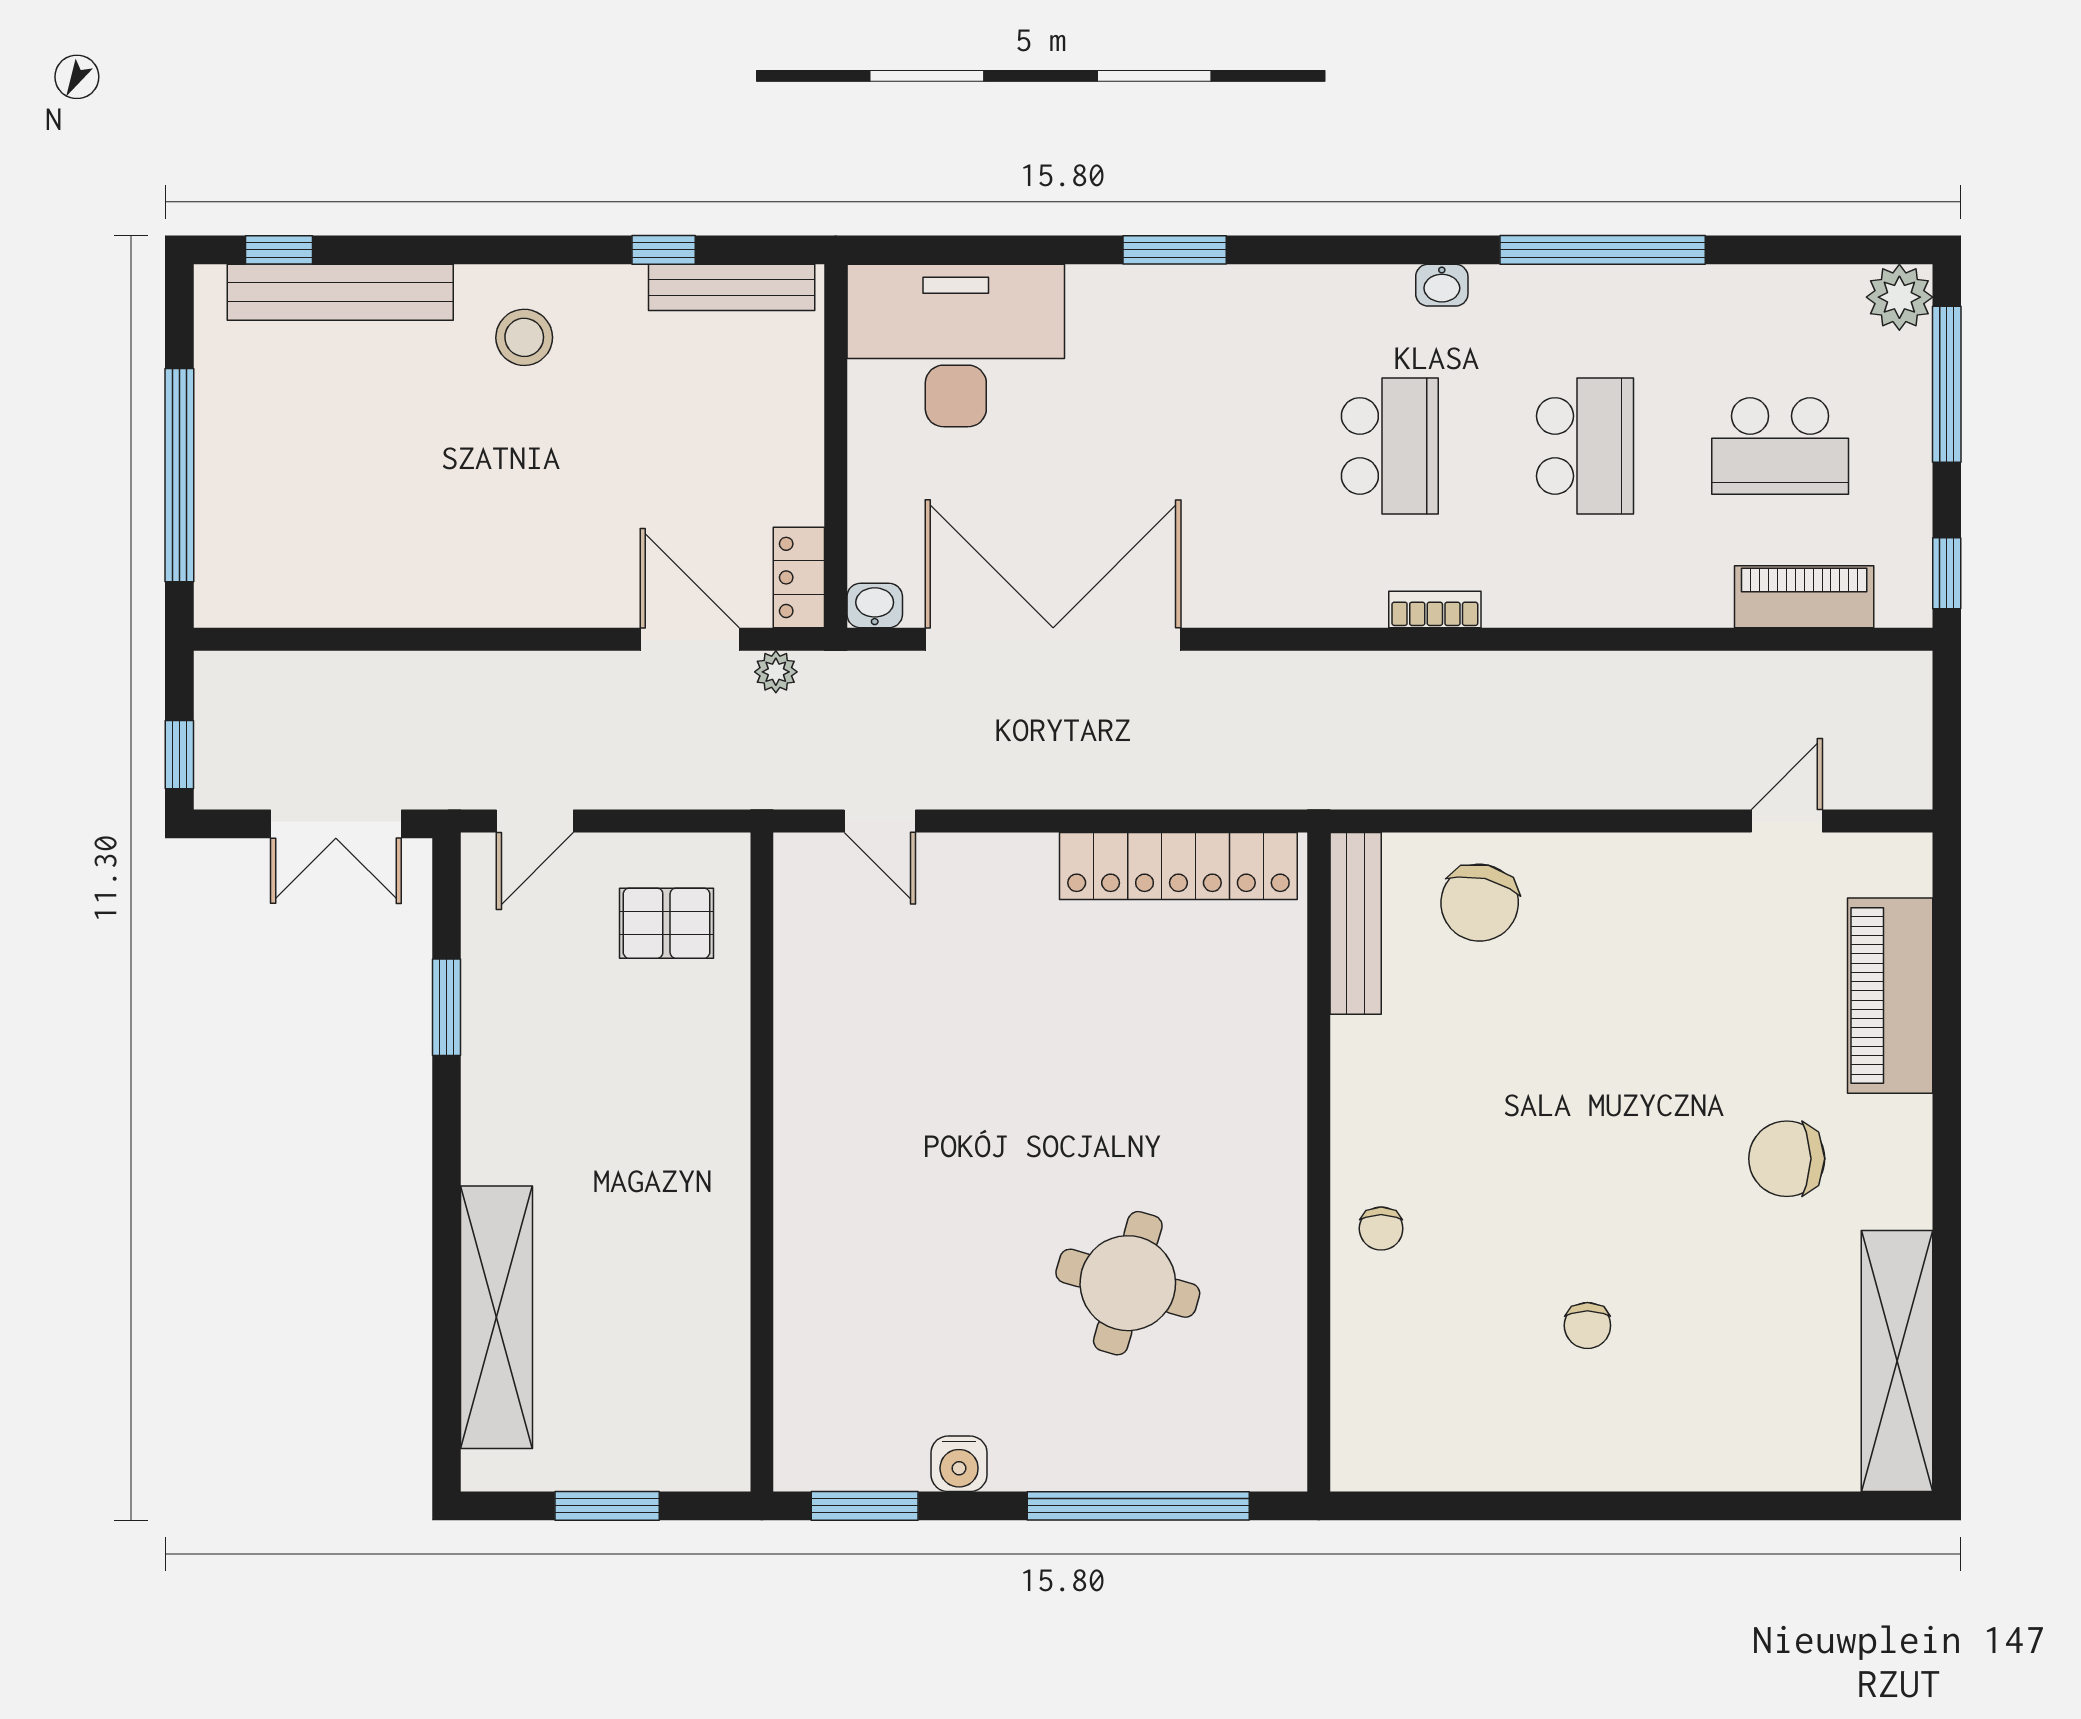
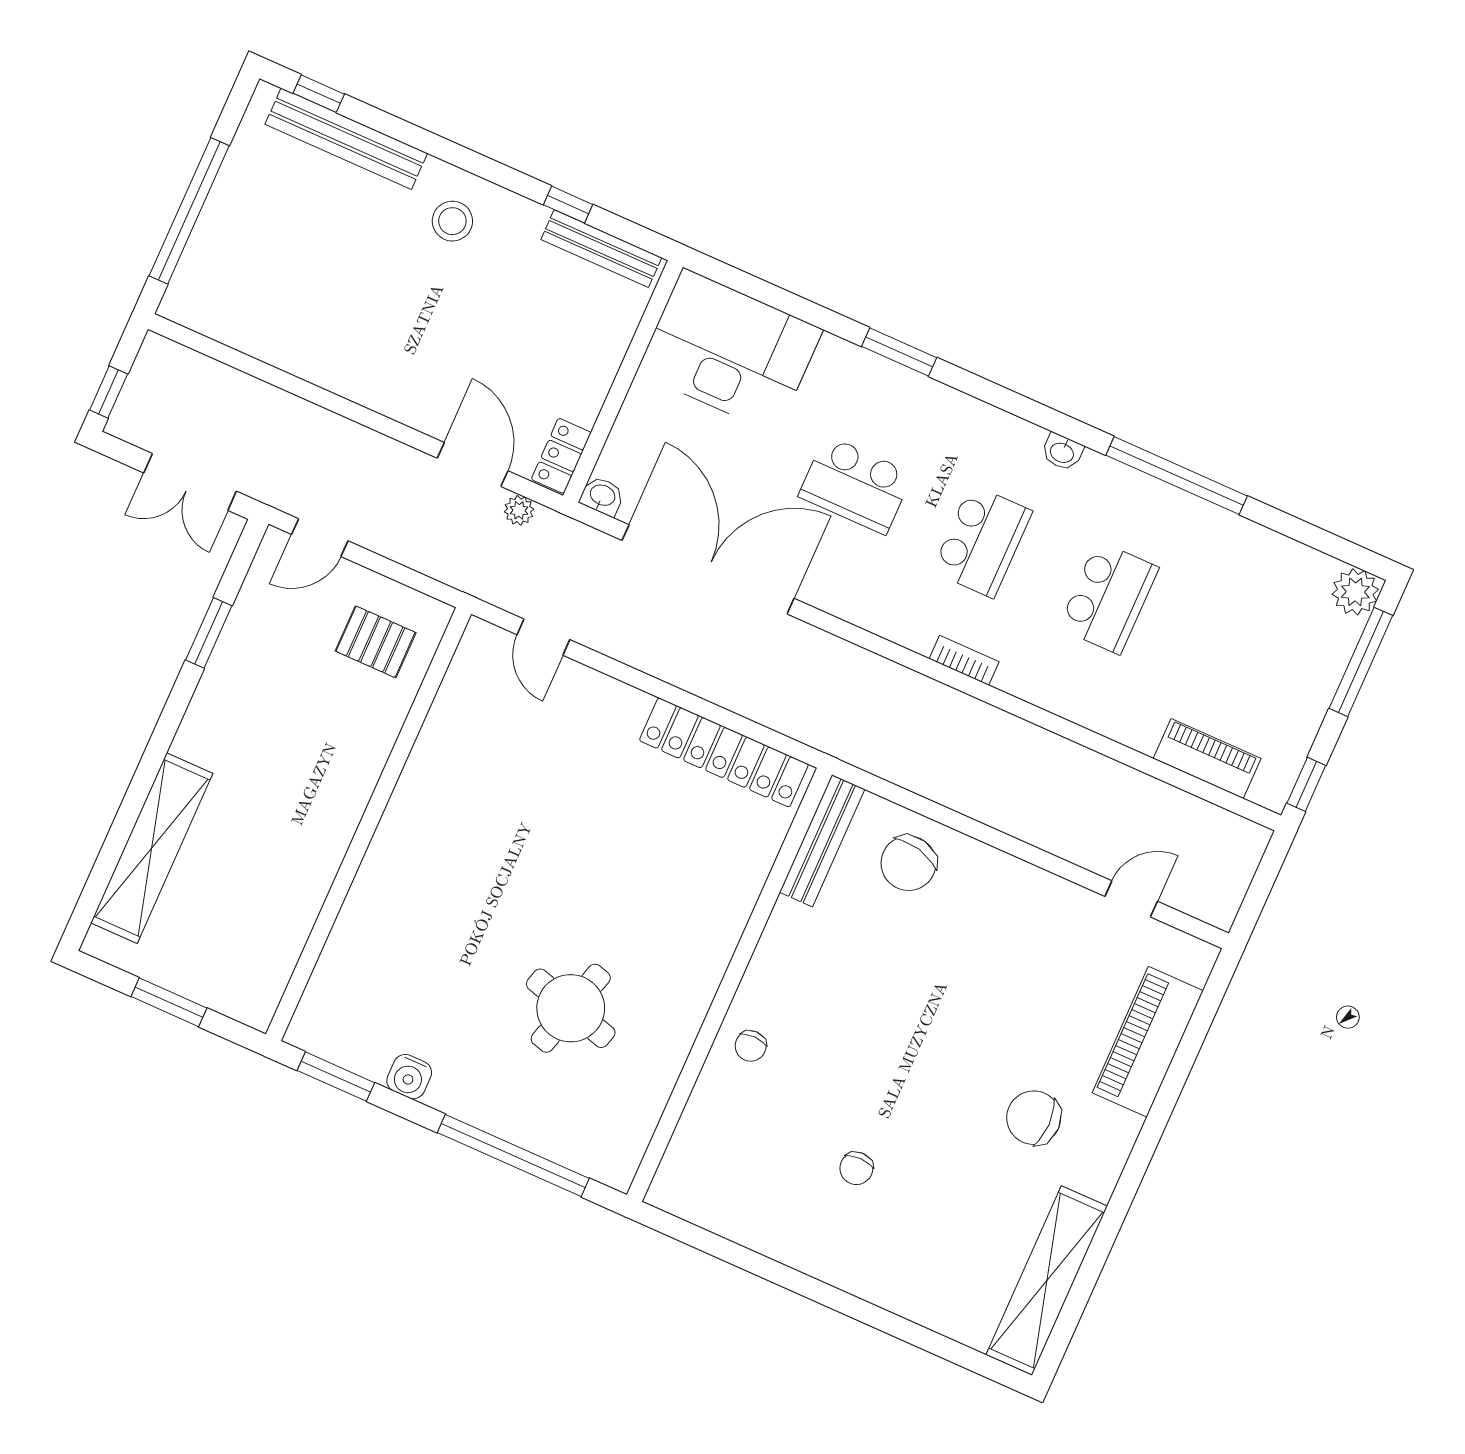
school desk: (1780, 446) -> (856, 485), moved

